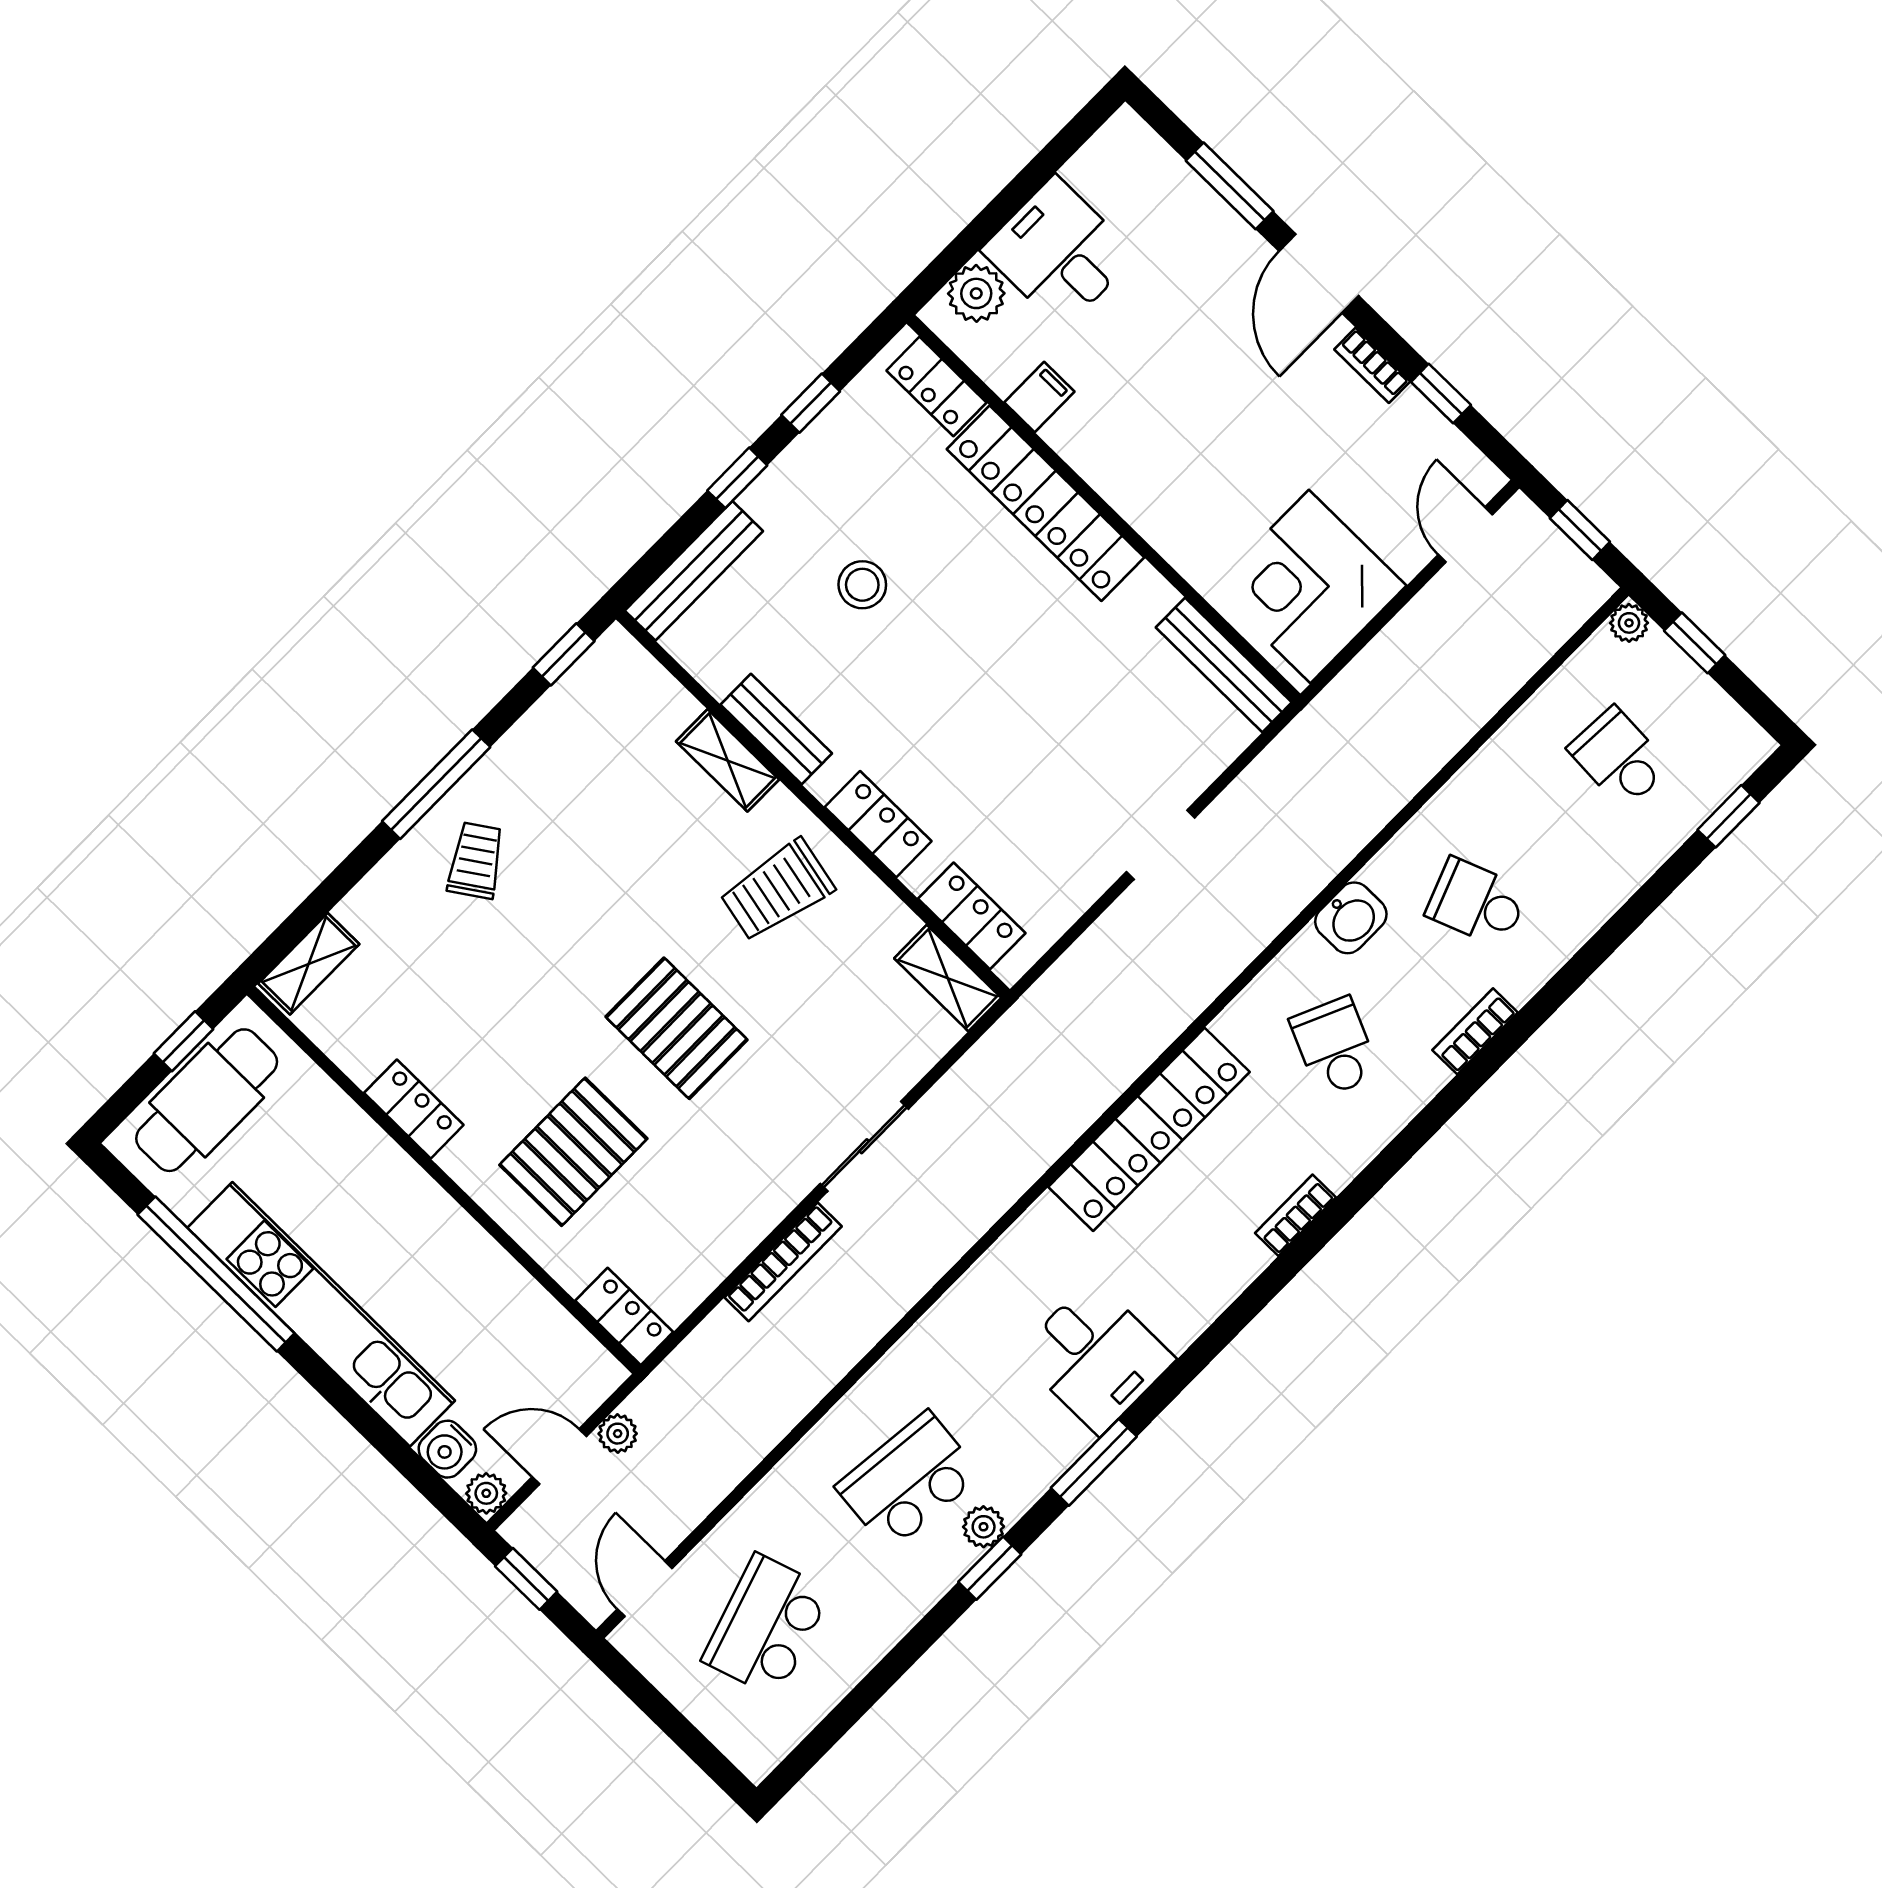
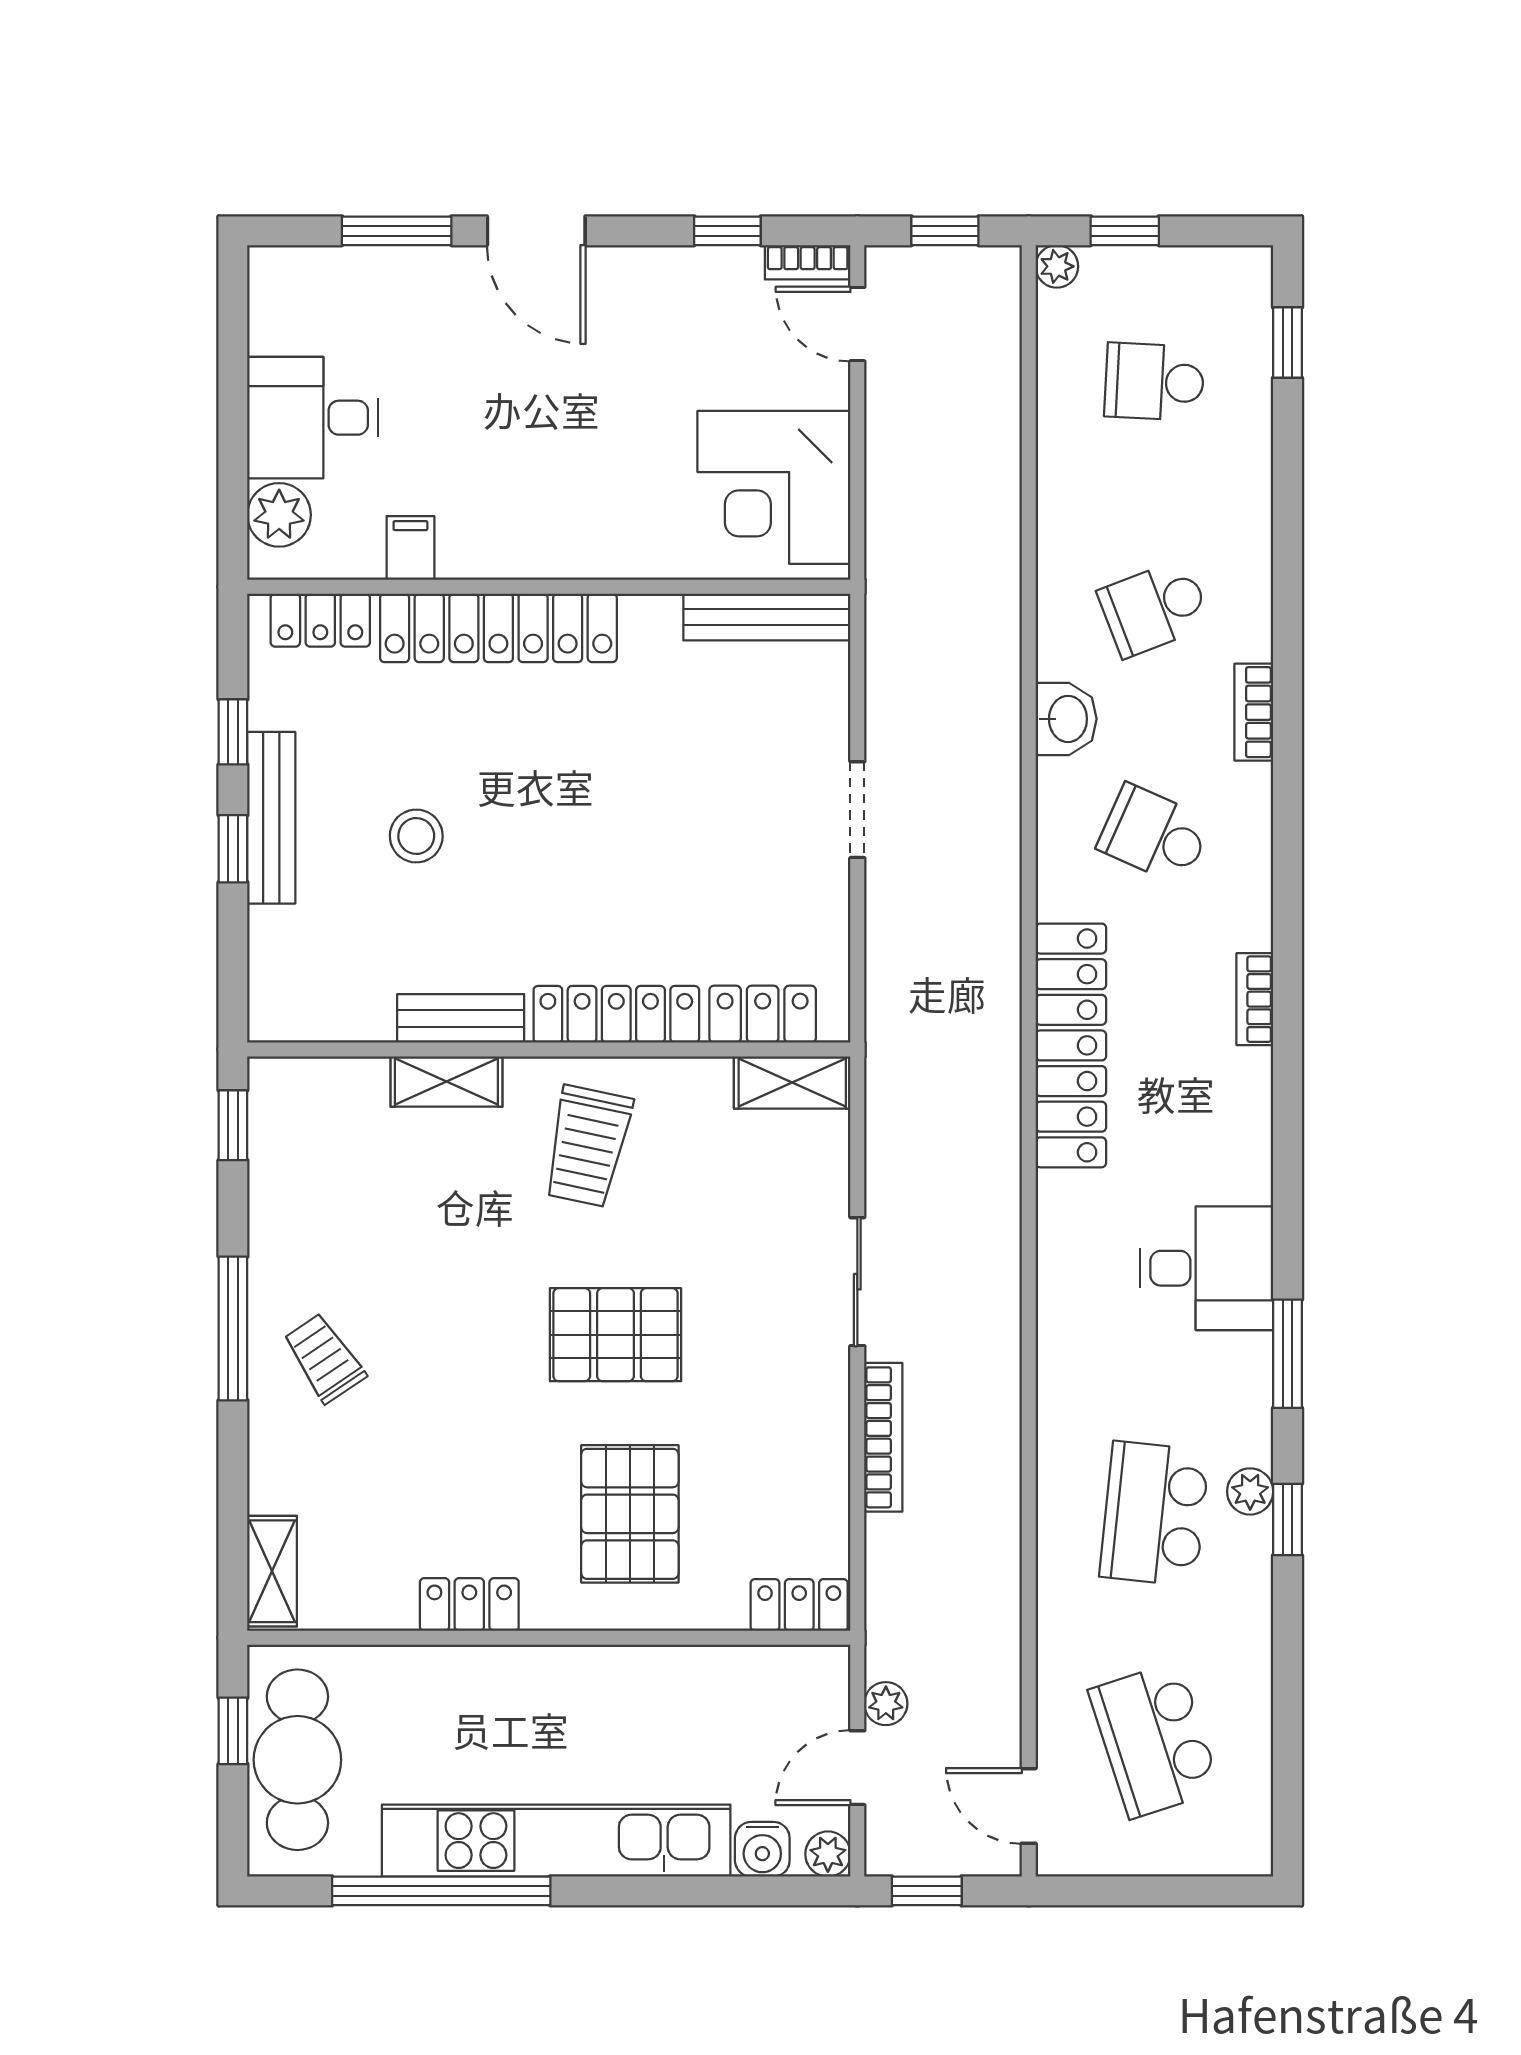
bookcase: (1372, 365) -> (808, 262), moved
bench: (694, 571) -> (271, 818), moved
locker: (878, 824) -> (616, 1014), width x1.53

